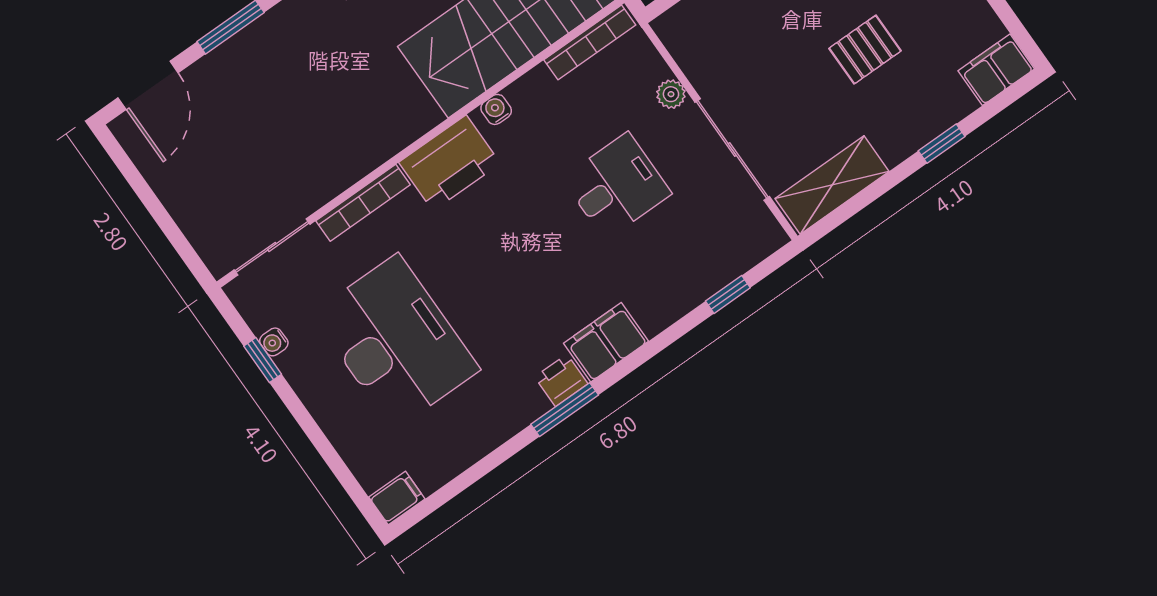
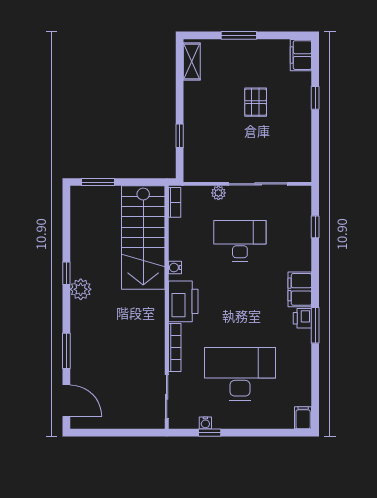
bookcase: (590, 42) -> (175, 202), width x0.64
shelving: (832, 185) -> (301, 154), removed
desk: (617, 186) -> (240, 241), width x1.37

